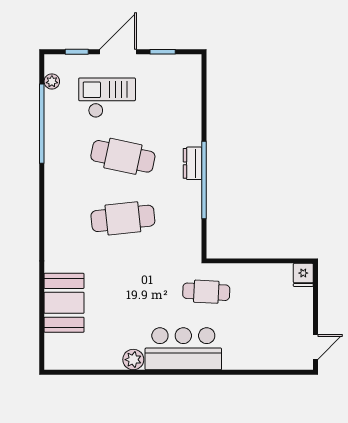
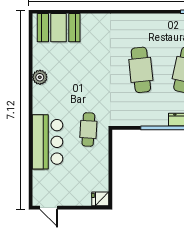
booth: (64, 303) -> (59, 28), moved
bar counter: (183, 349) -> (47, 142), moved

